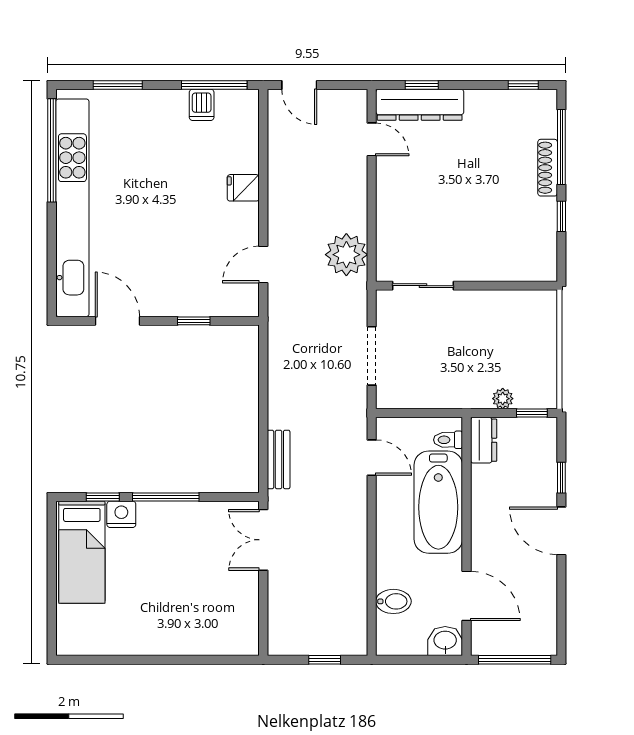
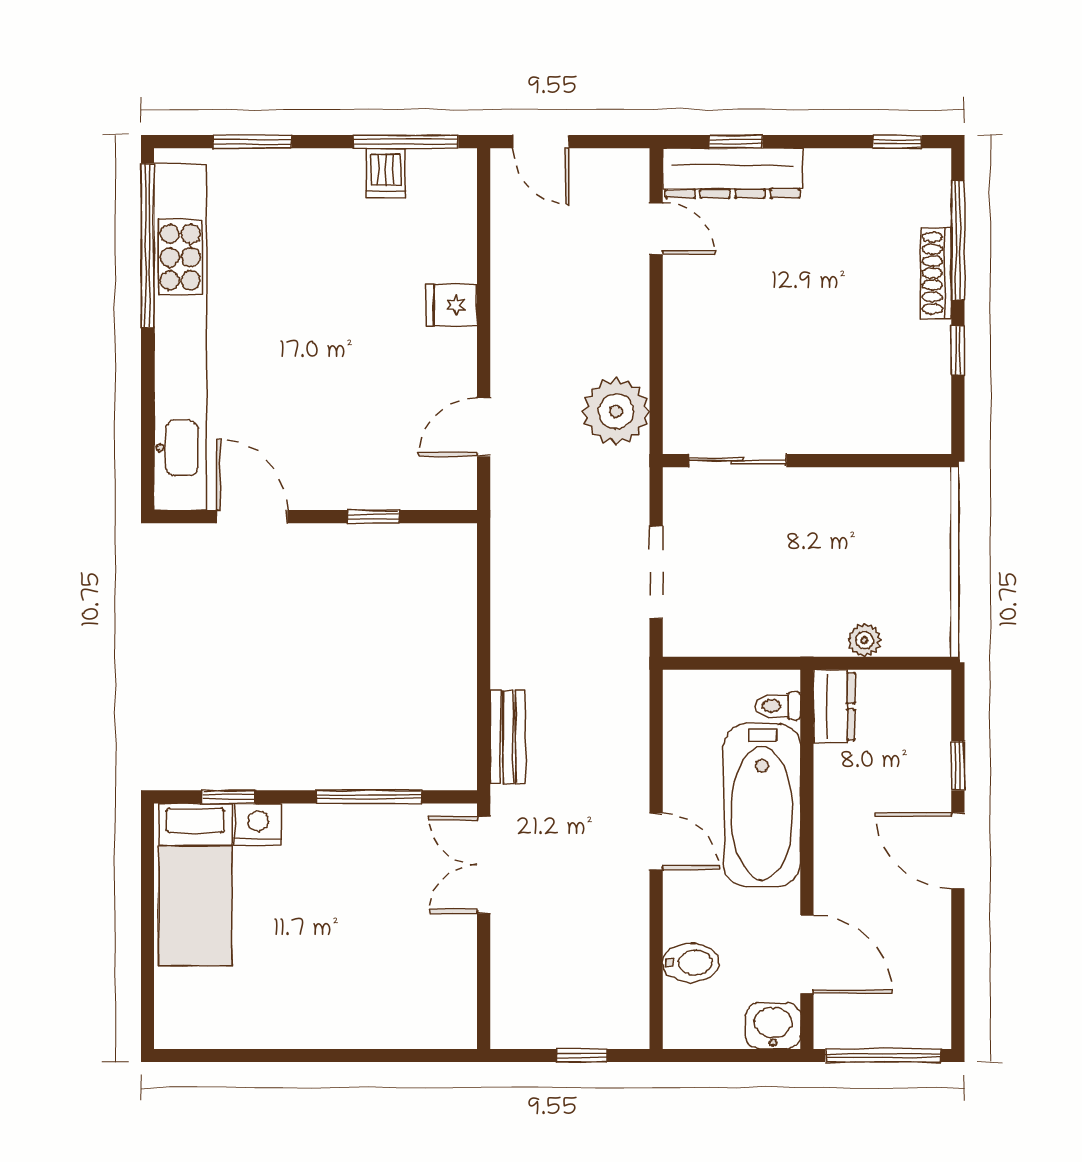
window: (532, 413) -> (911, 663), removed
door: (372, 458) -> (656, 841), moved
window: (166, 497) -> (369, 797), moved

